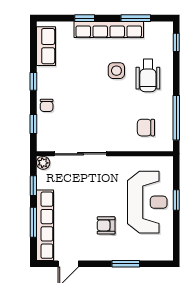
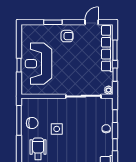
side table: (116, 71) -> (57, 129), moved
chair: (146, 128) -> (32, 123), moved
armchair: (106, 225) -> (67, 36), moved

